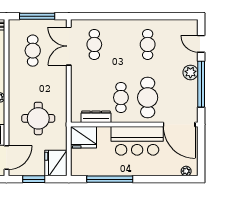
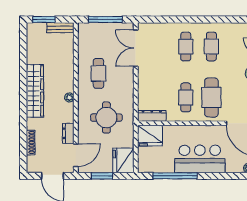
cafe table: (94, 44) -> (186, 47), moved
cafe table: (33, 51) -> (98, 73), moved
dresser: (96, 117) -> (152, 116), moved
bar counter: (137, 141) -> (200, 159), moved, turned 180

